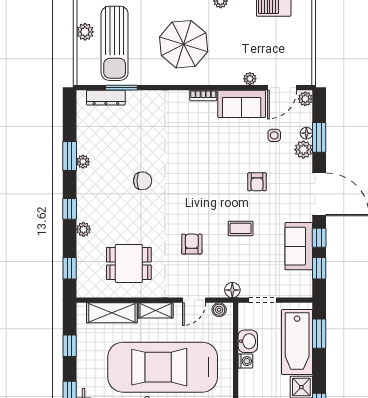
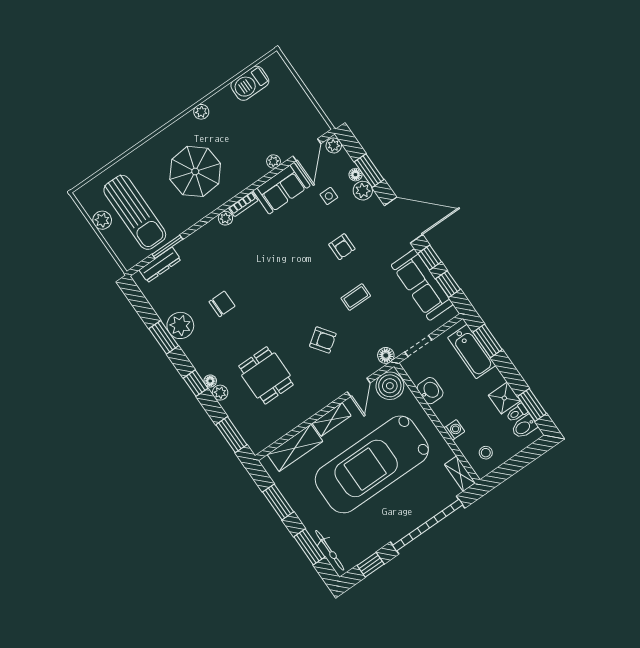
plant: (182, 97) -> (225, 218), added
plant: (83, 162) -> (180, 325), width x1.87, depth x1.87
chair: (143, 181) -> (222, 304), moved
floor lamp: (82, 215) -> (210, 381), added
armchair: (192, 244) -> (323, 340), turned 144
sofa: (299, 246) -> (422, 285), width x1.36
dining table: (129, 263) -> (266, 375), moved, turned 90
window: (70, 268) -> (231, 435), width x1.50
boiler: (219, 310) -> (390, 386), width x1.86, depth x1.86
bathtub: (297, 342) -> (472, 352), width x0.73, depth x0.73
window: (70, 346) -> (278, 502), width x1.50
washing machine: (245, 361) -> (454, 430), moved

